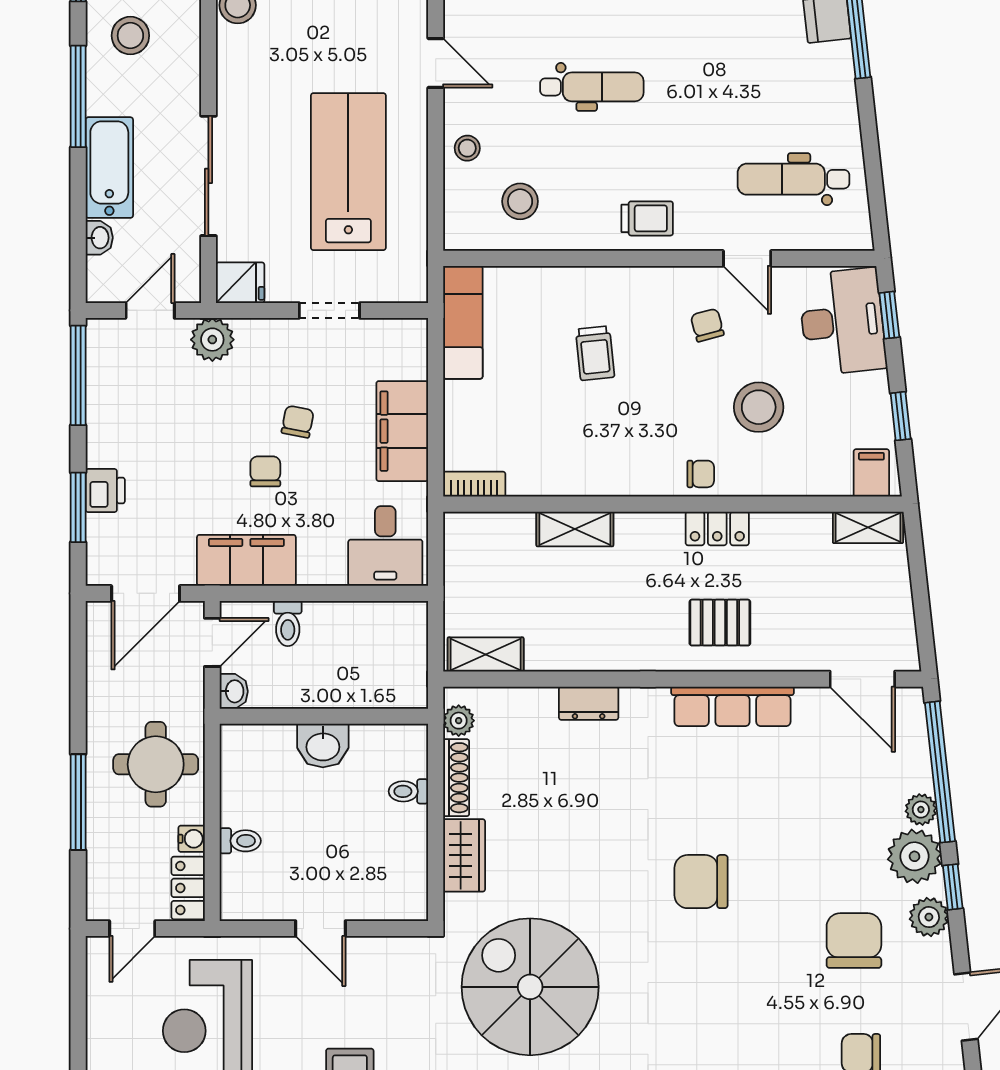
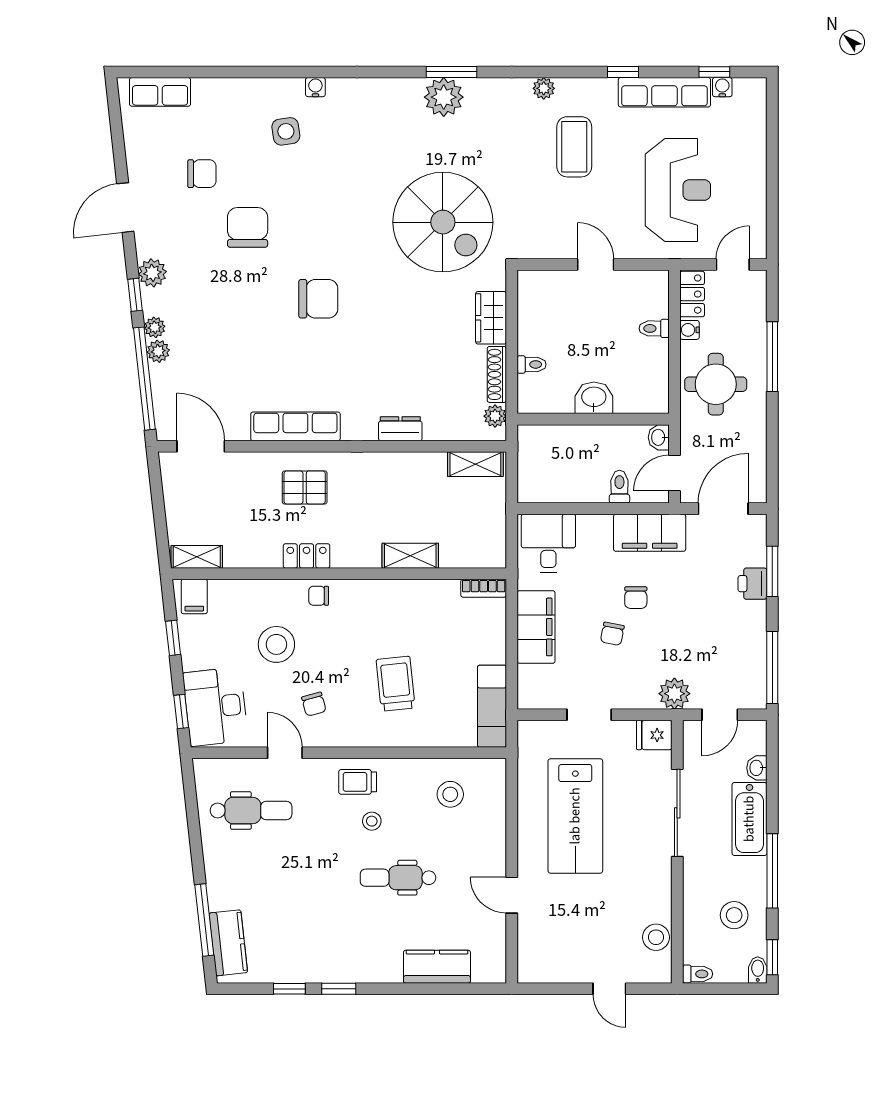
stool: (467, 148) -> (372, 821), moved
trolley: (595, 353) -> (396, 684), width x1.36, depth x1.39
plant: (915, 856) -> (155, 327), width x0.53, depth x0.53
chair: (854, 941) -> (248, 227), moved, turned 180

